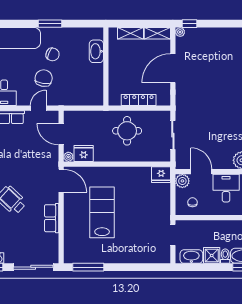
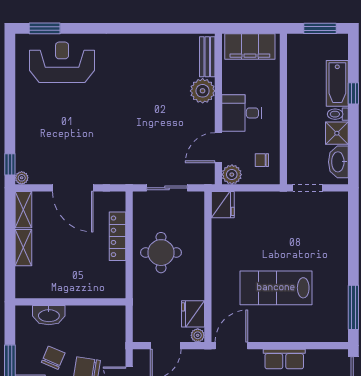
washbasin: (96, 51) -> (49, 315), moved
wall: (106, 67) -> (70, 302), moved

